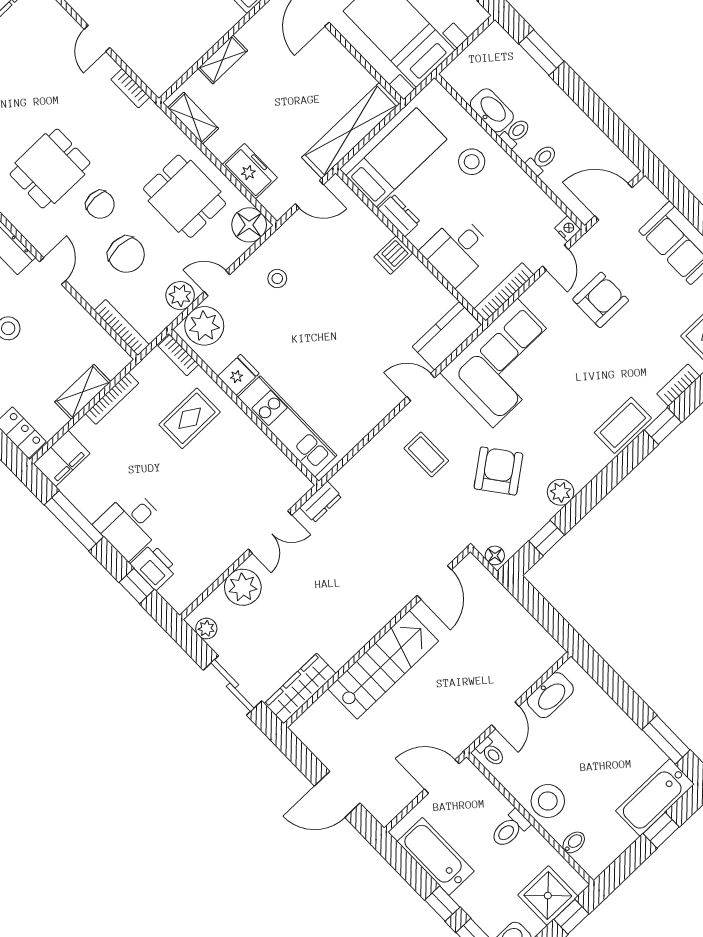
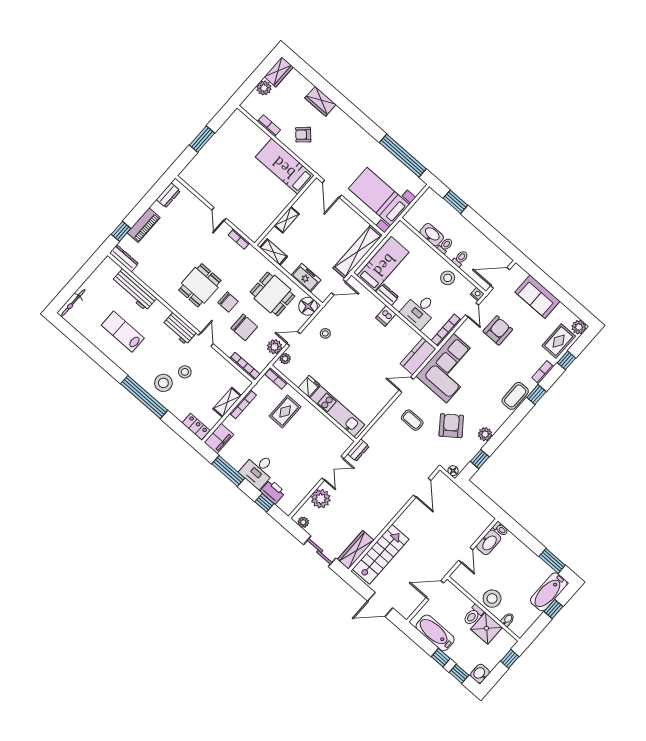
stool: (472, 162) -> (448, 278), moved
plant: (204, 326) -> (285, 359), width x0.53, depth x0.53
stairs: (383, 665) -> (381, 554), moved
toilet: (491, 752) -> (501, 529), moved
shower: (548, 896) -> (486, 628), moved

